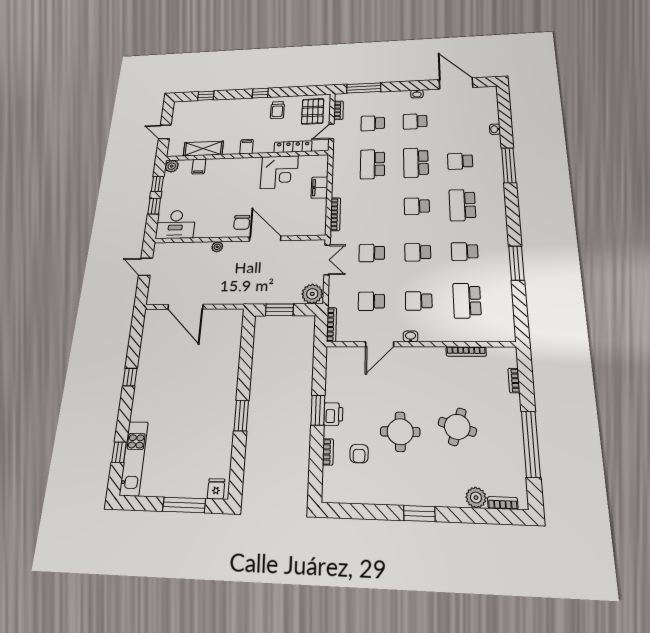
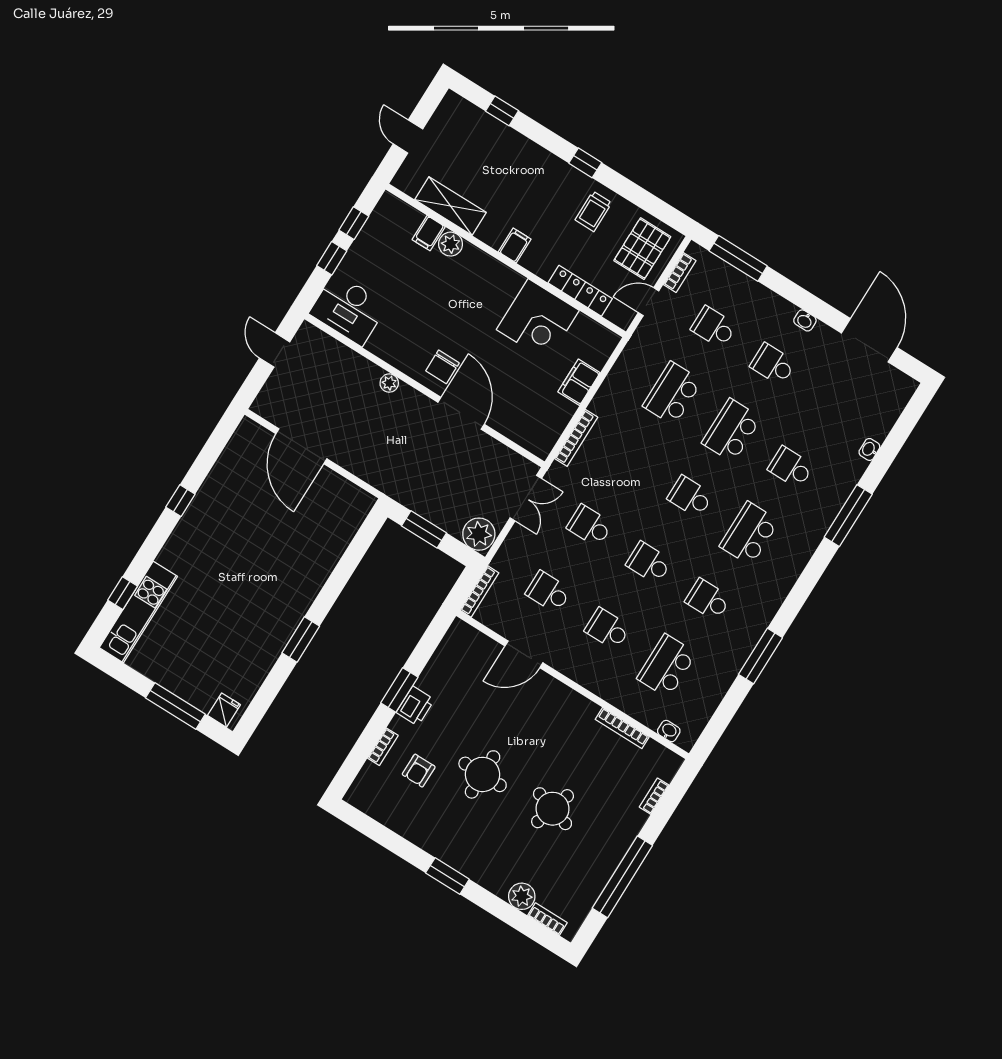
plant: (172, 166) -> (451, 244), moved
washbasin: (411, 336) -> (669, 731), moved

